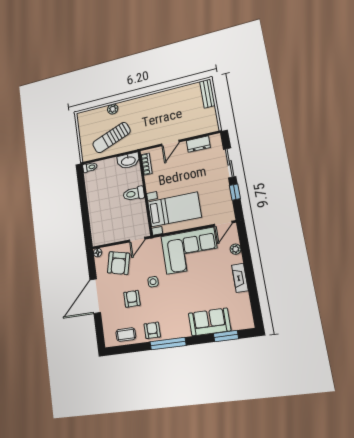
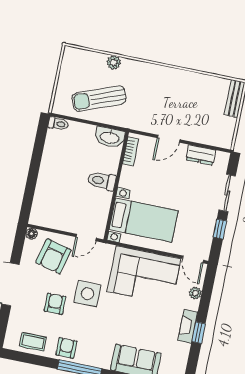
door: (223, 224) -> (193, 259), hinge flipped
window: (251, 280) -> (199, 333), added
side table: (153, 282) -> (87, 294), width x1.87, depth x1.87

